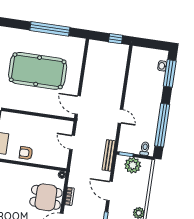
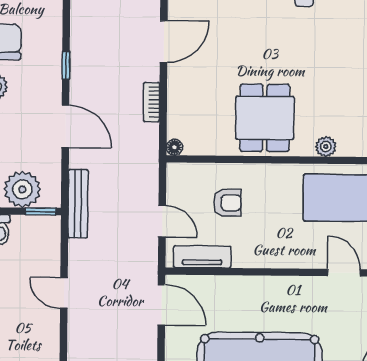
tv unit: (56, 124) -> (202, 257), added
armchair: (26, 153) -> (227, 203), moved
dining table: (46, 197) -> (265, 118), moved, turned 90

